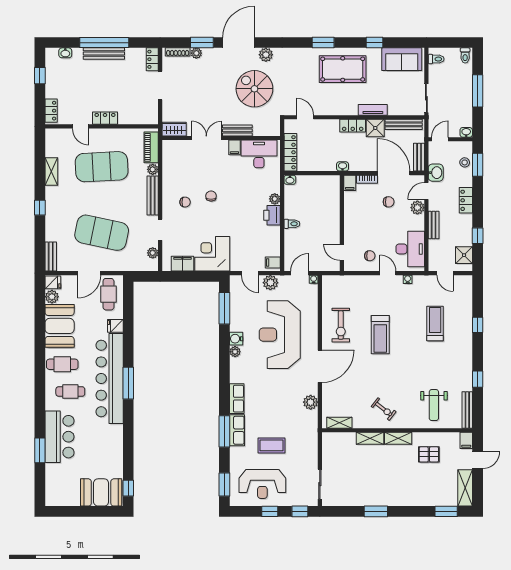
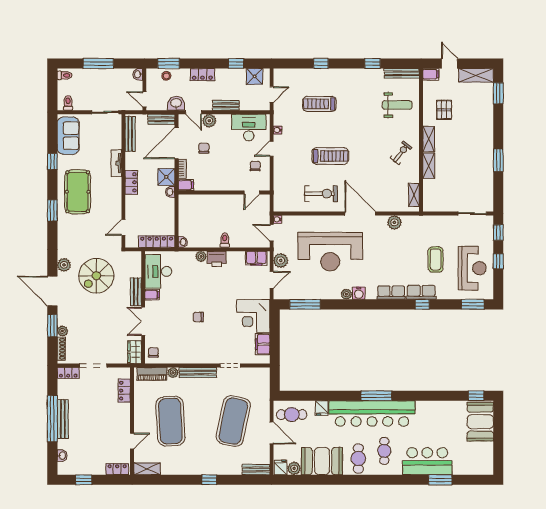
locker: (105, 118) -> (124, 391), moved
shower: (375, 128) -> (166, 177), moved
shelving: (51, 172) -> (147, 469), moved
chair: (185, 202) -> (153, 353), moved
plant: (153, 253) -> (252, 373), removed
filing cabinet: (273, 263) -> (256, 258), width x2.00
water cooler: (236, 339) -> (359, 293), moved
window: (224, 431) -> (422, 304), width x0.46

